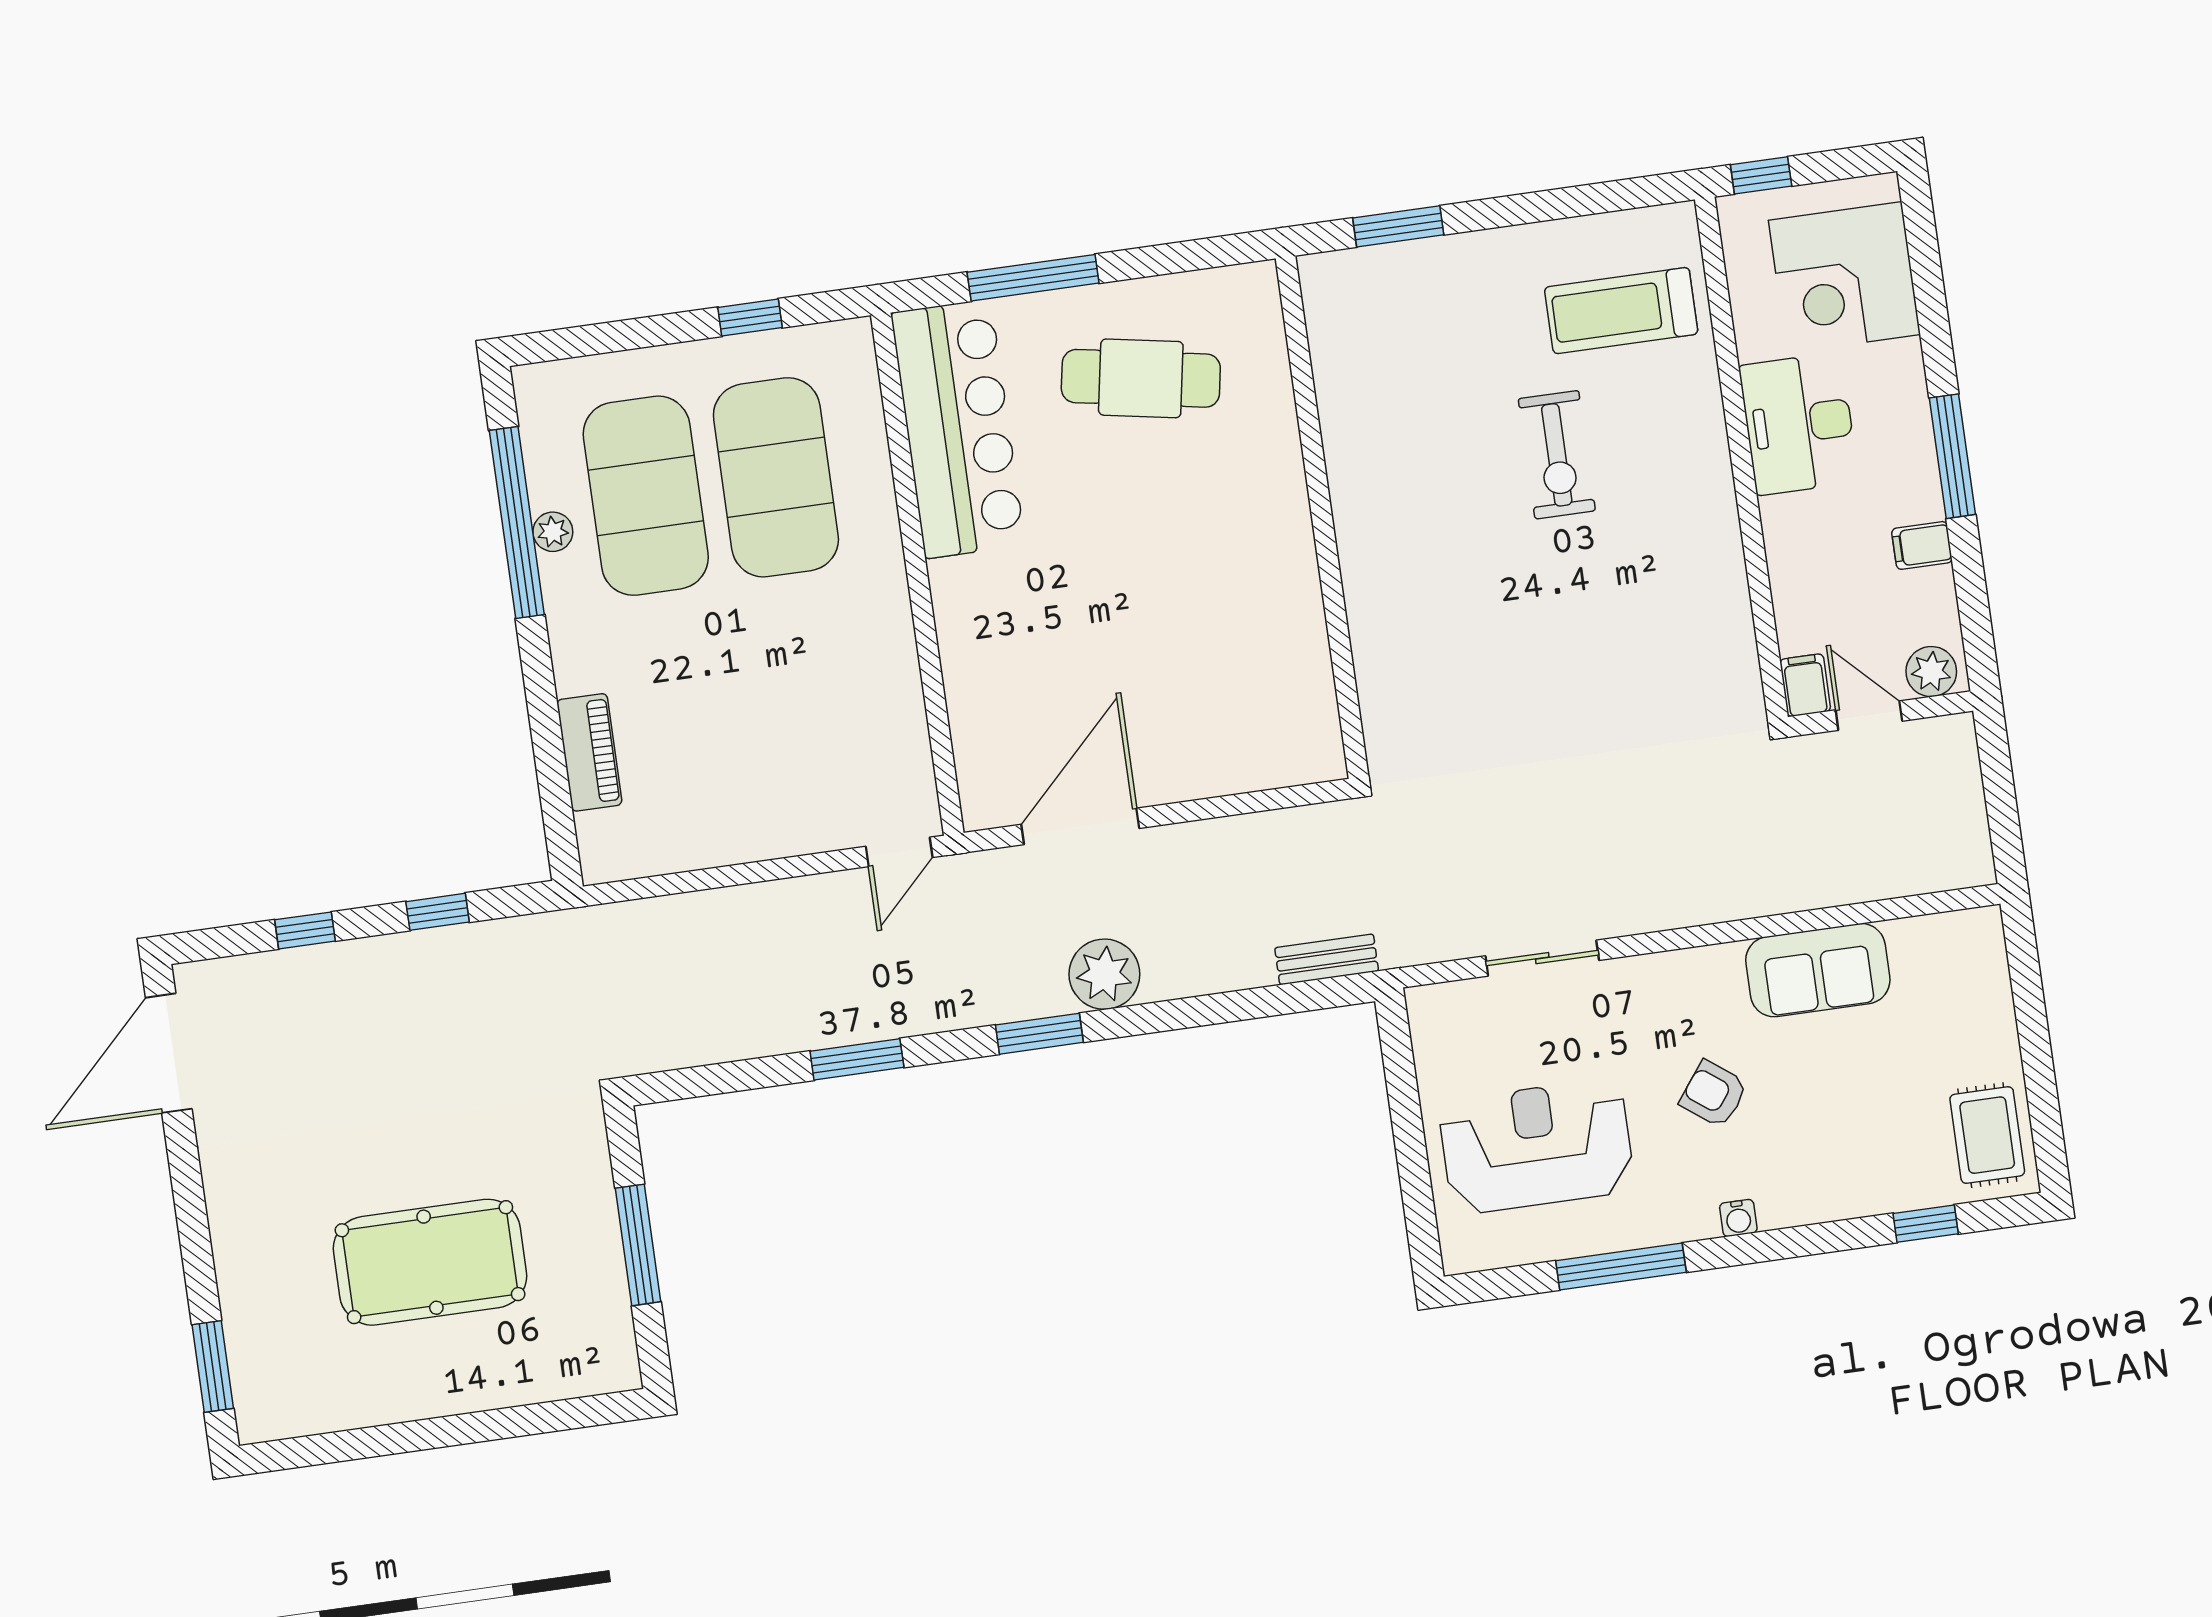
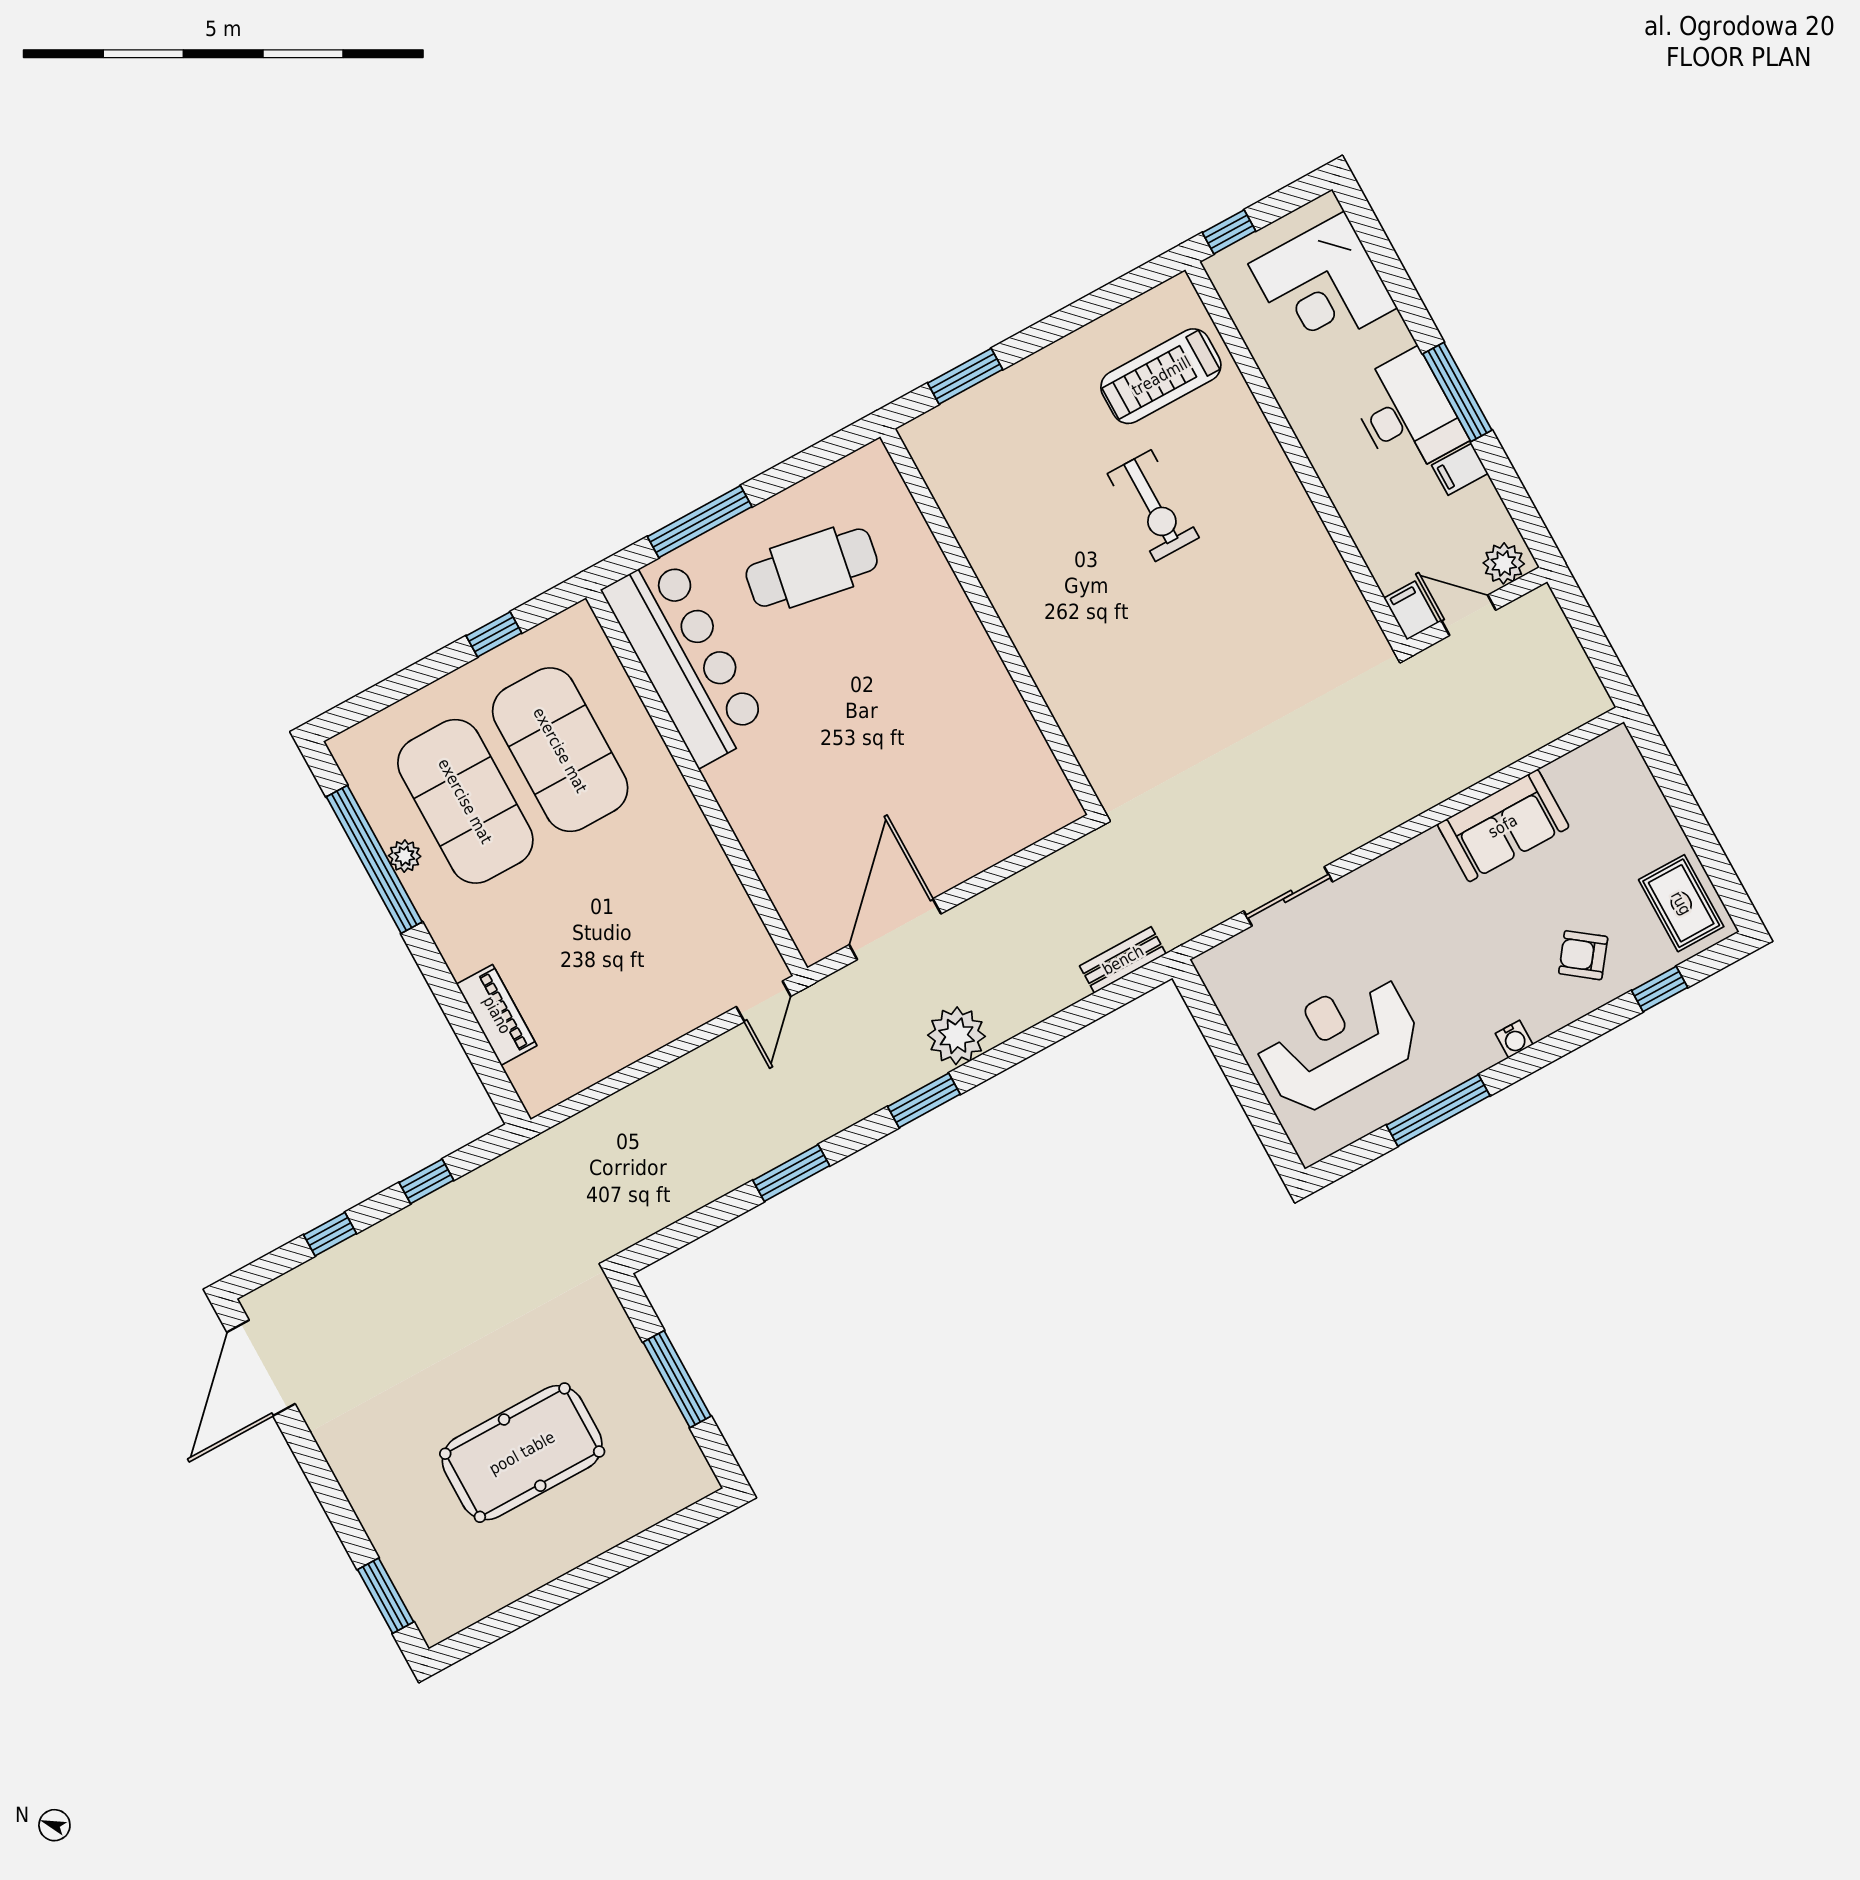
desk: (1799, 424) -> (1407, 413), moved, turned 180
armchair: (1714, 1094) -> (1583, 955), moved

